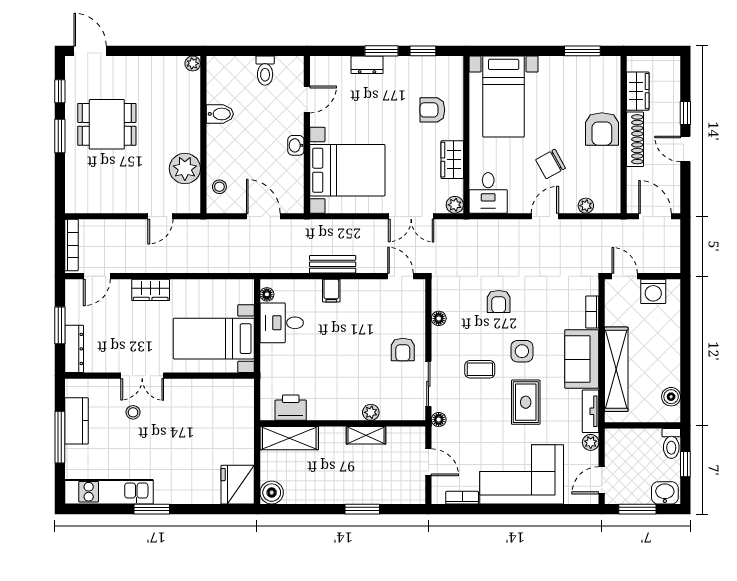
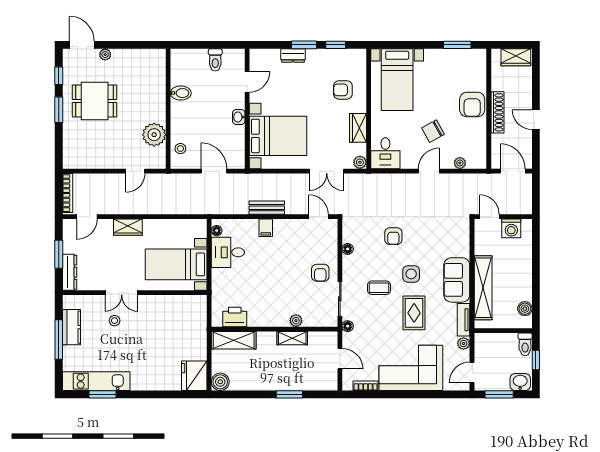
plant: (193, 63) -> (105, 55), moved
wardrobe: (638, 91) -> (516, 57), moved, turned 90
window: (685, 113) -> (536, 92), removed
bookcase: (592, 312) -> (465, 244), removed
window: (152, 509) -> (102, 394), moved

